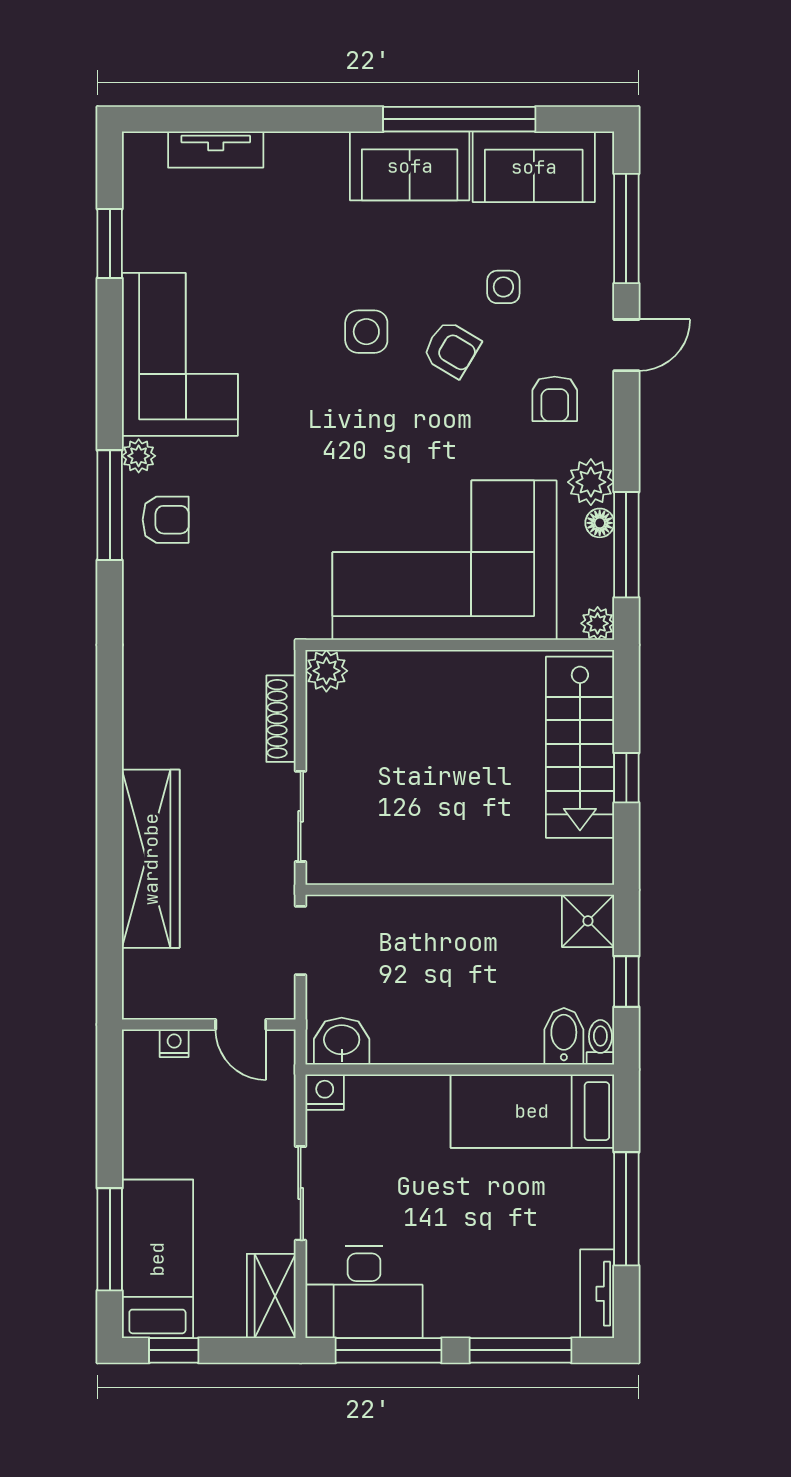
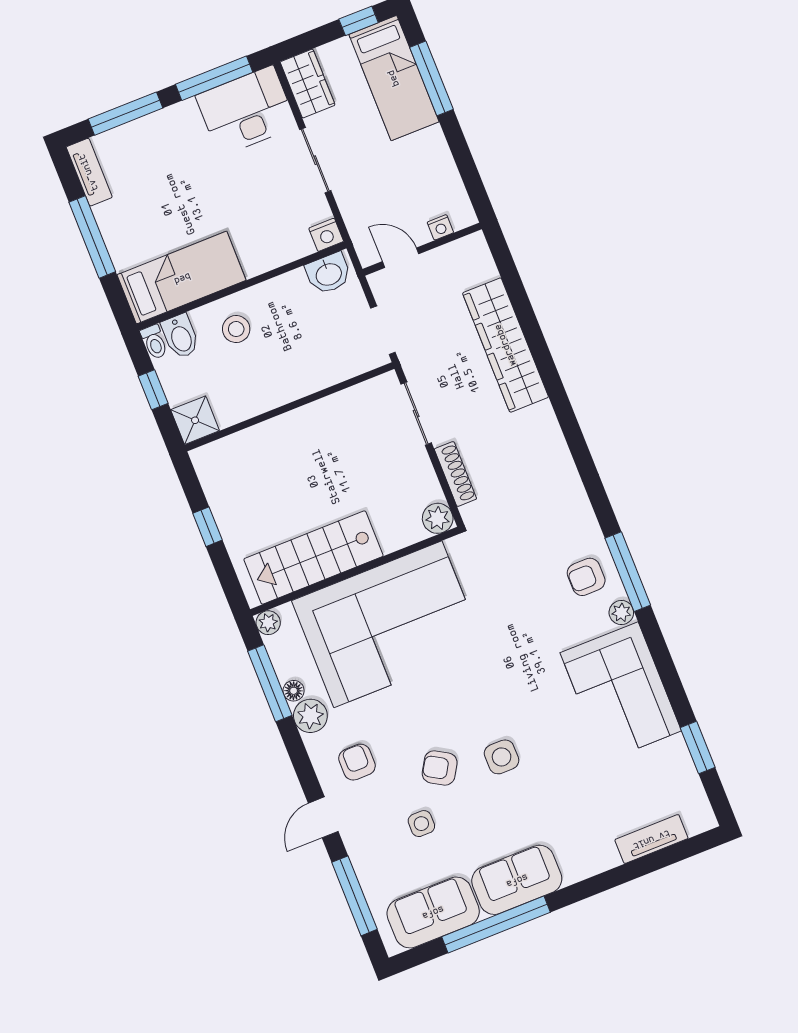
stairs: (580, 747) -> (313, 557), moved, turned -90
stool: (489, 1017) -> (236, 329), added

